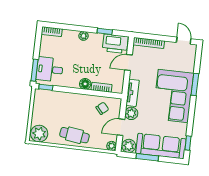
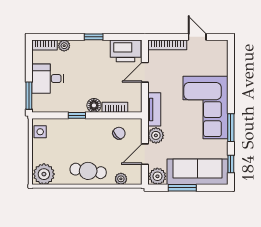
window: (105, 31) -> (94, 37), moved
plant: (84, 36) -> (64, 46), moved
door: (184, 41) -> (197, 37), moved
desk: (50, 69) -> (48, 79), moved
window: (195, 84) -> (231, 128), moved
window: (46, 87) -> (77, 115), moved
side table: (40, 100) -> (40, 132), added
plant: (112, 146) -> (121, 179), moved

